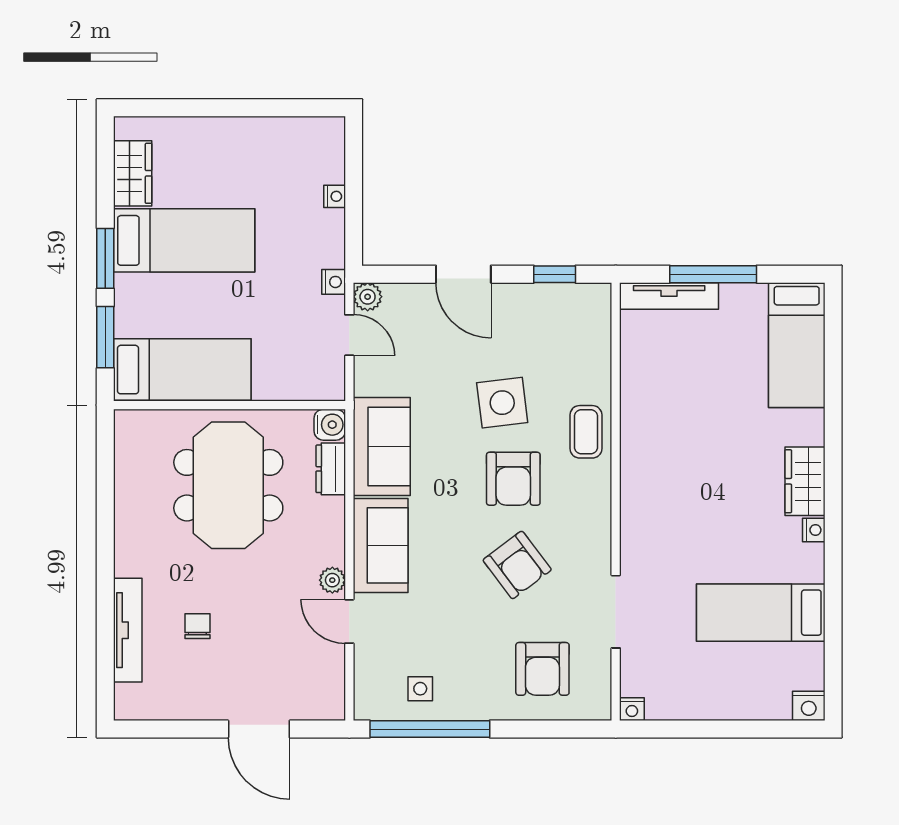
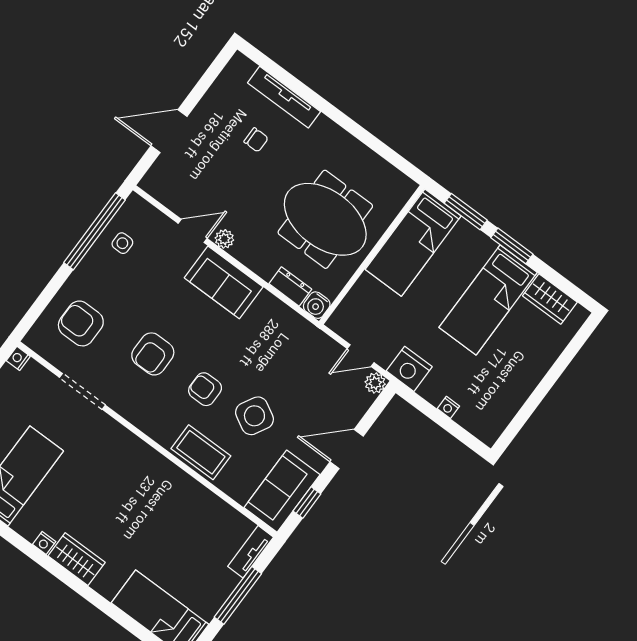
nightstand: (334, 282) -> (409, 369), width x1.89, depth x1.79
tv unit: (669, 296) -> (251, 552), width x0.71
side table: (502, 403) -> (254, 416), turned 36
coffee table: (586, 432) -> (201, 452), width x1.36, depth x1.30
sofa: (382, 446) -> (282, 491), moved, turned 90
armchair: (513, 479) -> (205, 389), width x0.72, depth x0.72
armchair: (517, 565) -> (153, 354), turned -53

